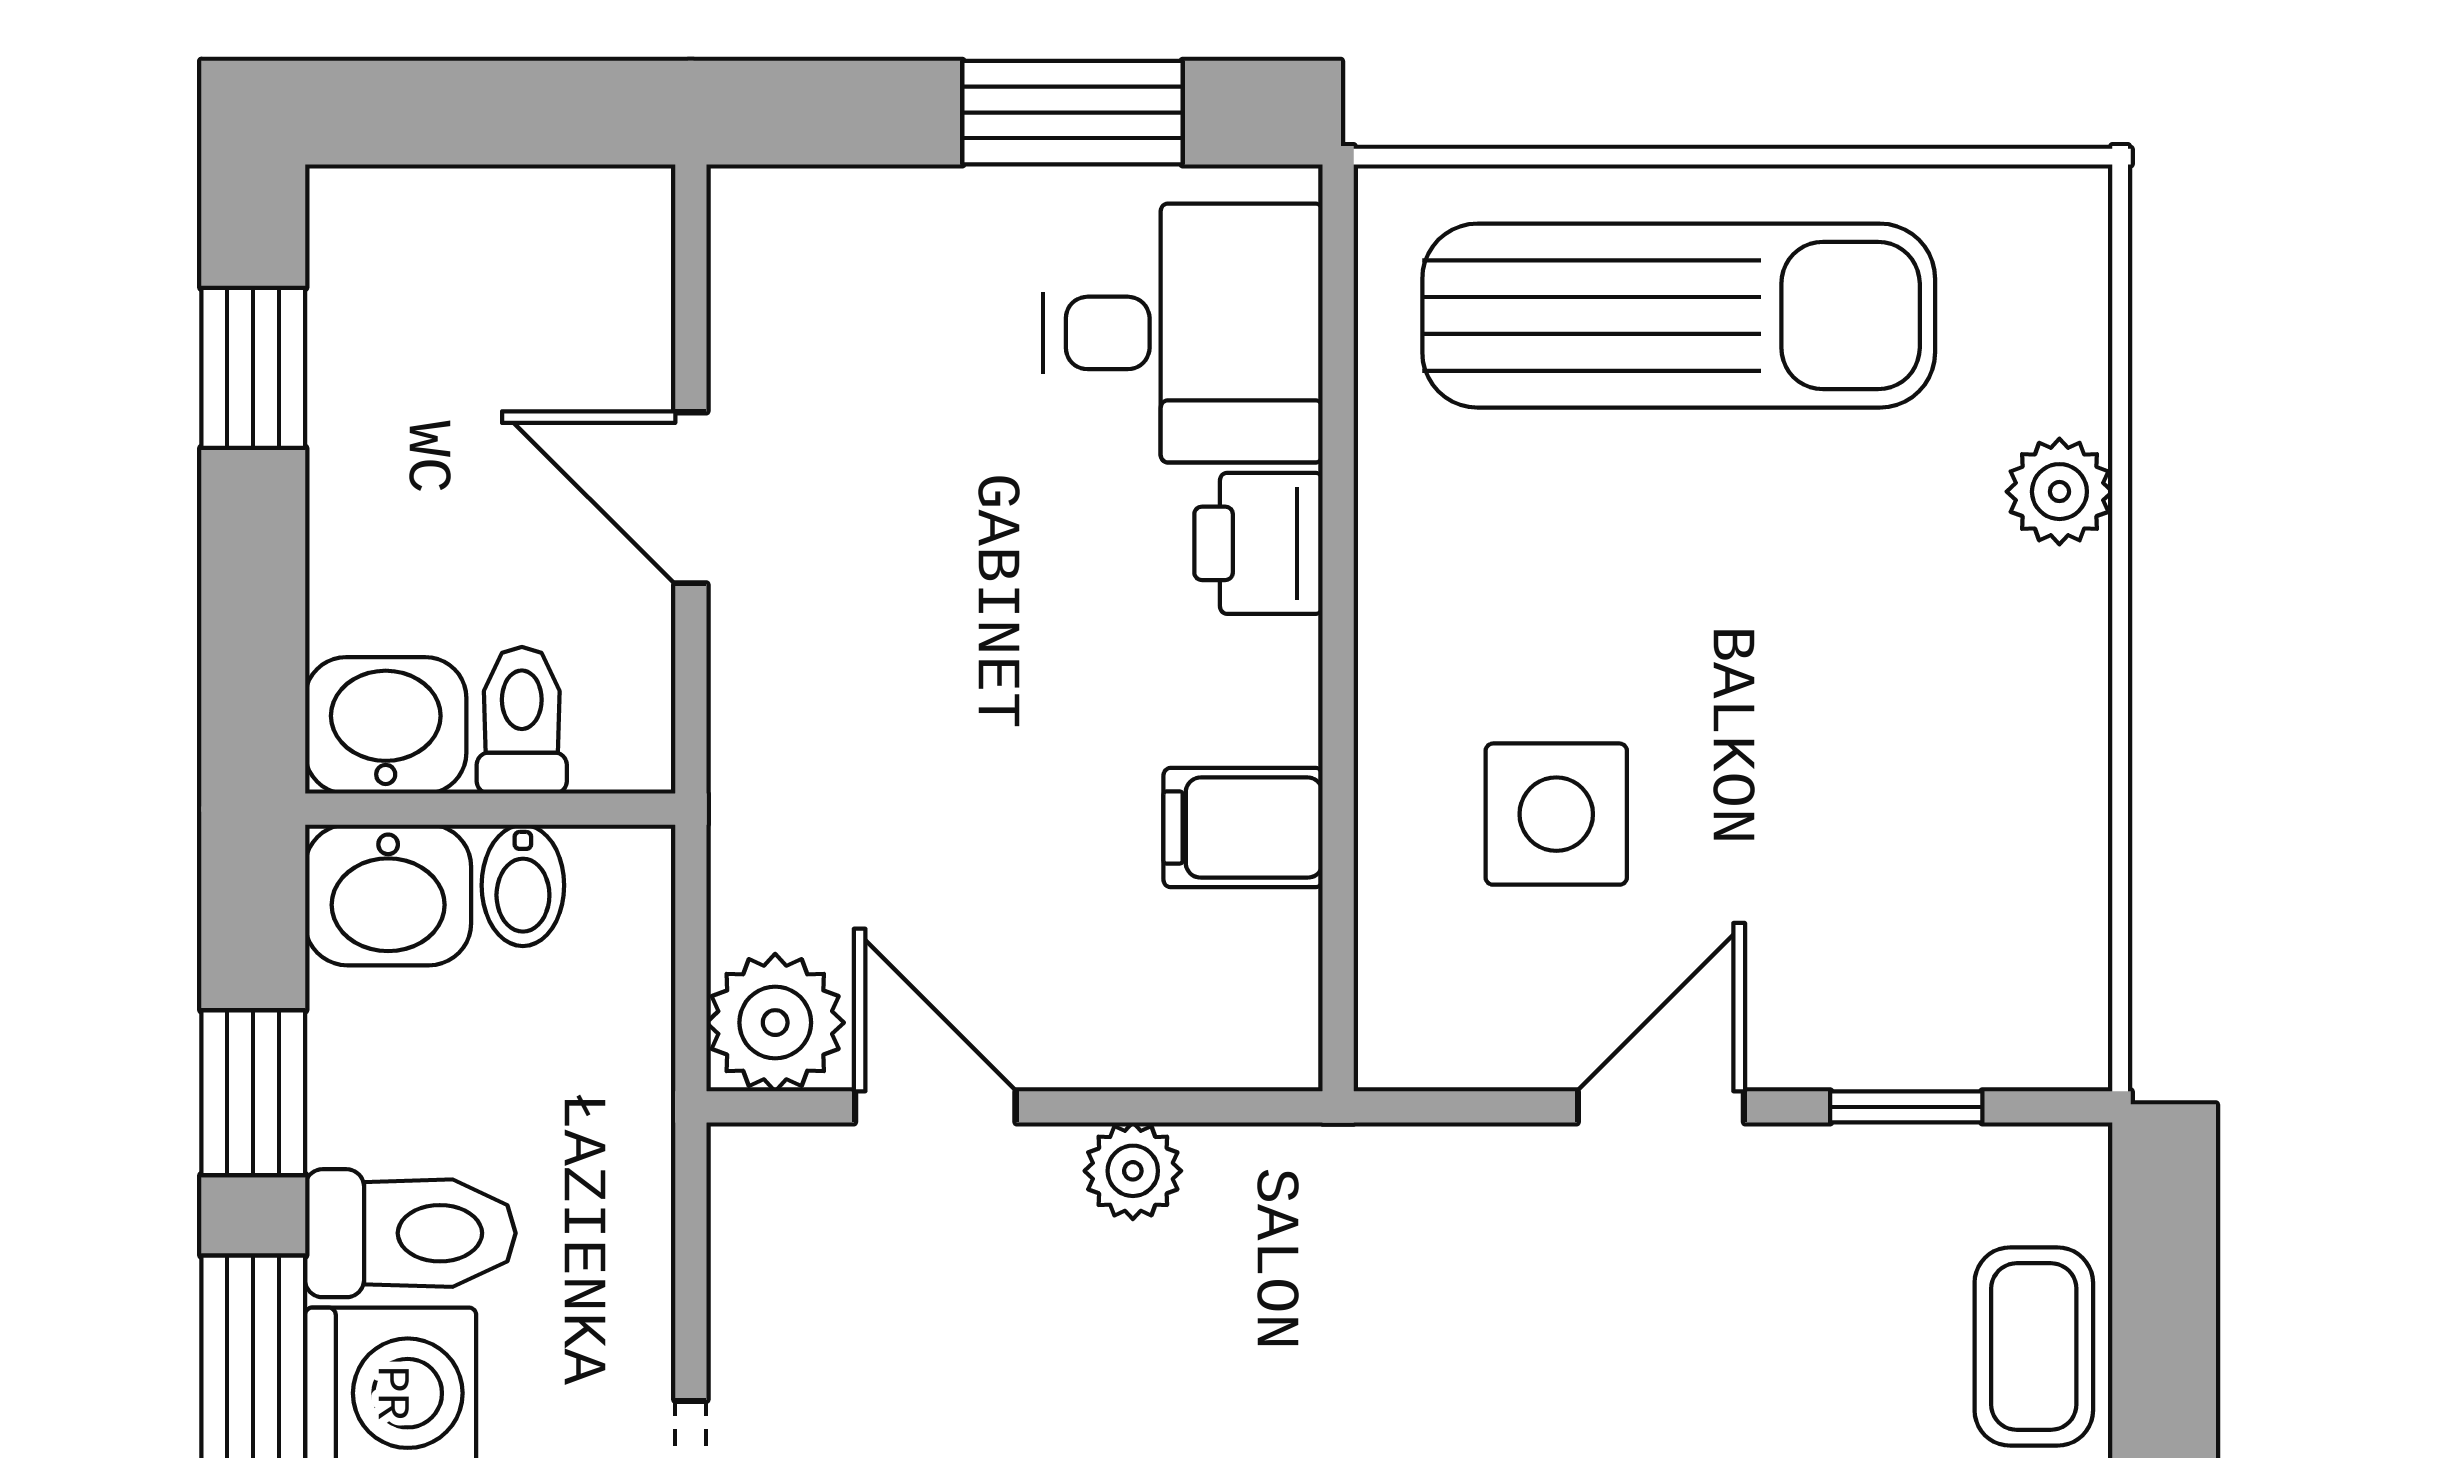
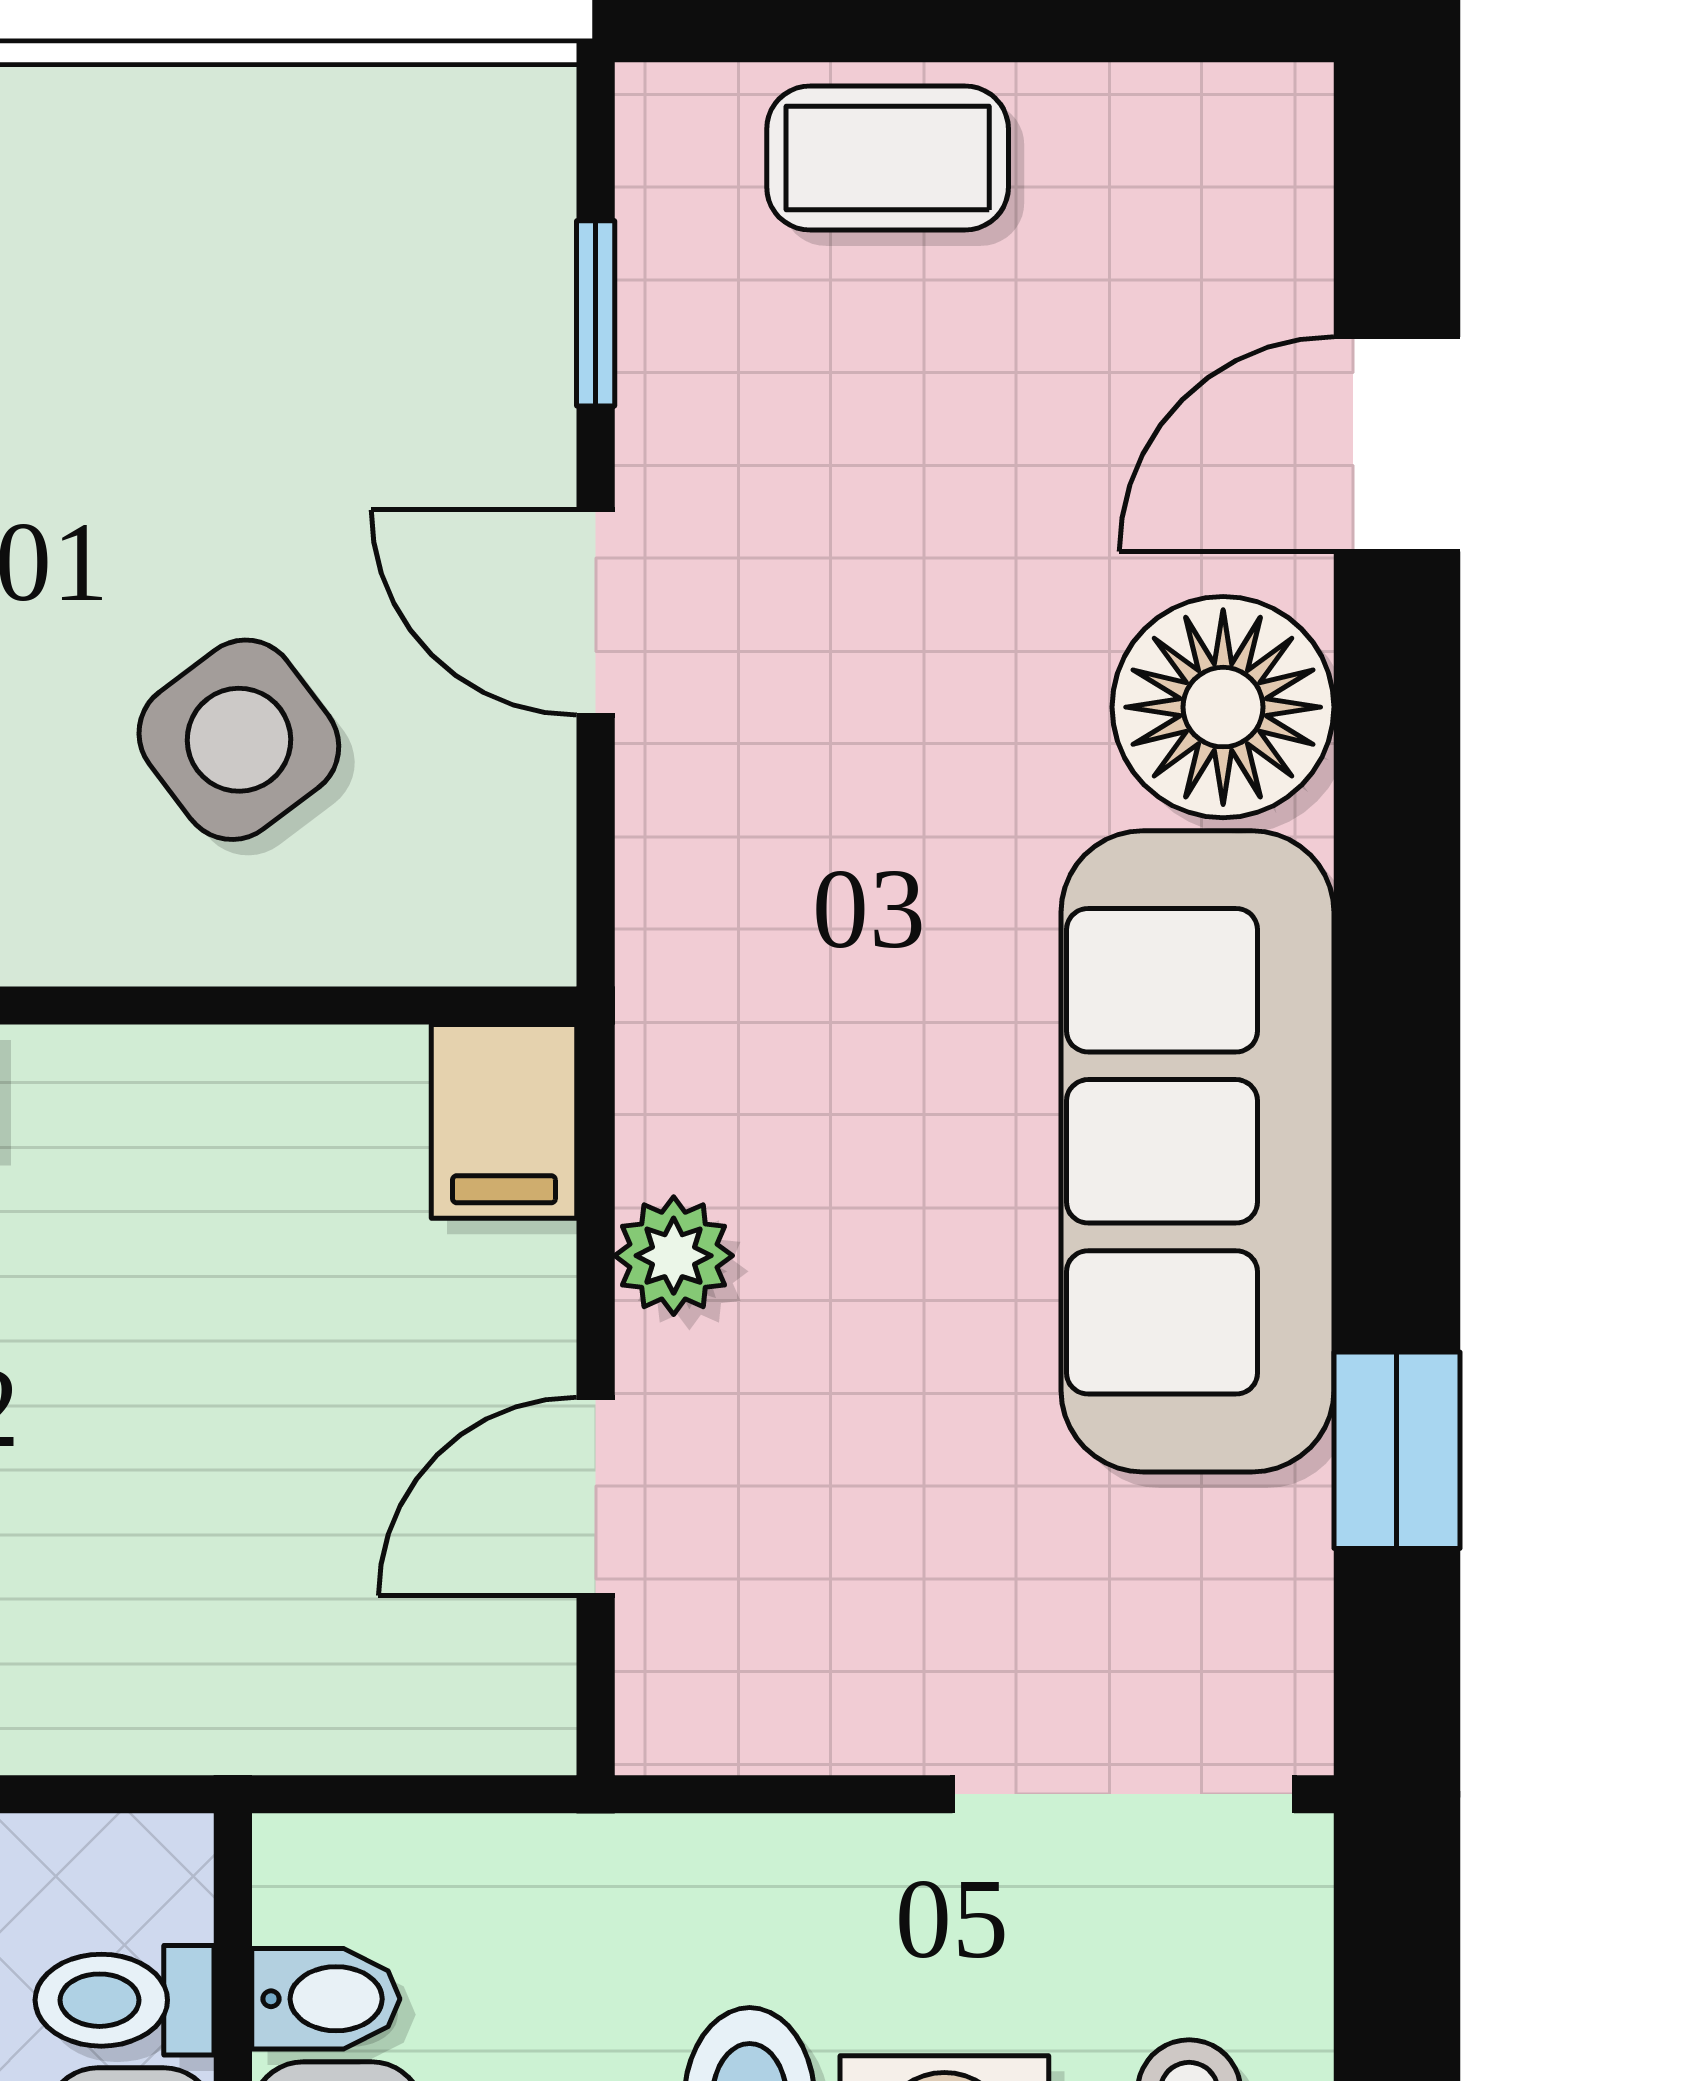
side table: (1556, 814) -> (239, 740), turned -37
filing cabinet: (1243, 828) -> (504, 1121), moved
plant: (775, 1023) -> (493, 1691), removed

